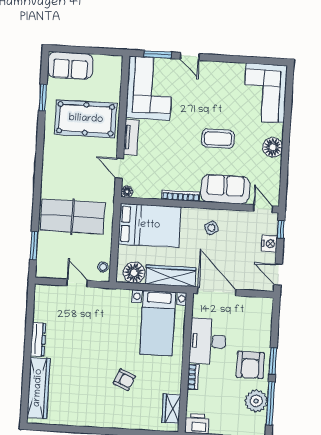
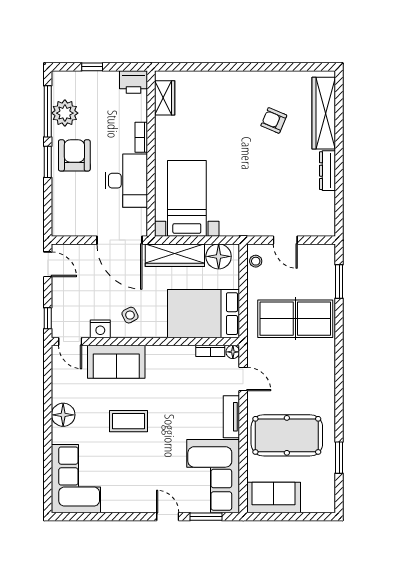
sofa: (70, 65) -> (274, 498), moved
bookcase: (181, 196) -> (210, 351), moved, width x0.64
nightstand: (269, 244) -> (100, 329), moved, turned -90
armchair: (124, 380) -> (274, 120), moved

